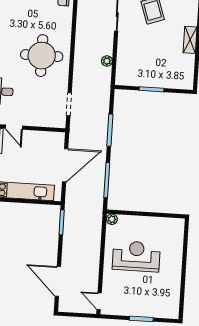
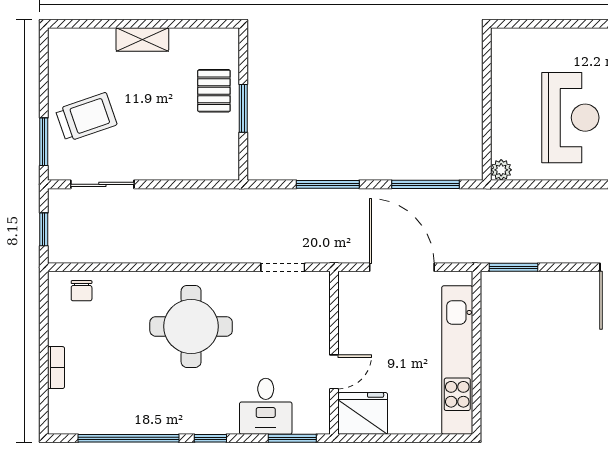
plant: (107, 61) -> (194, 199), removed
pallet: (162, 75) -> (214, 91), added
reception desk: (136, 256) -> (570, 118), turned 180

